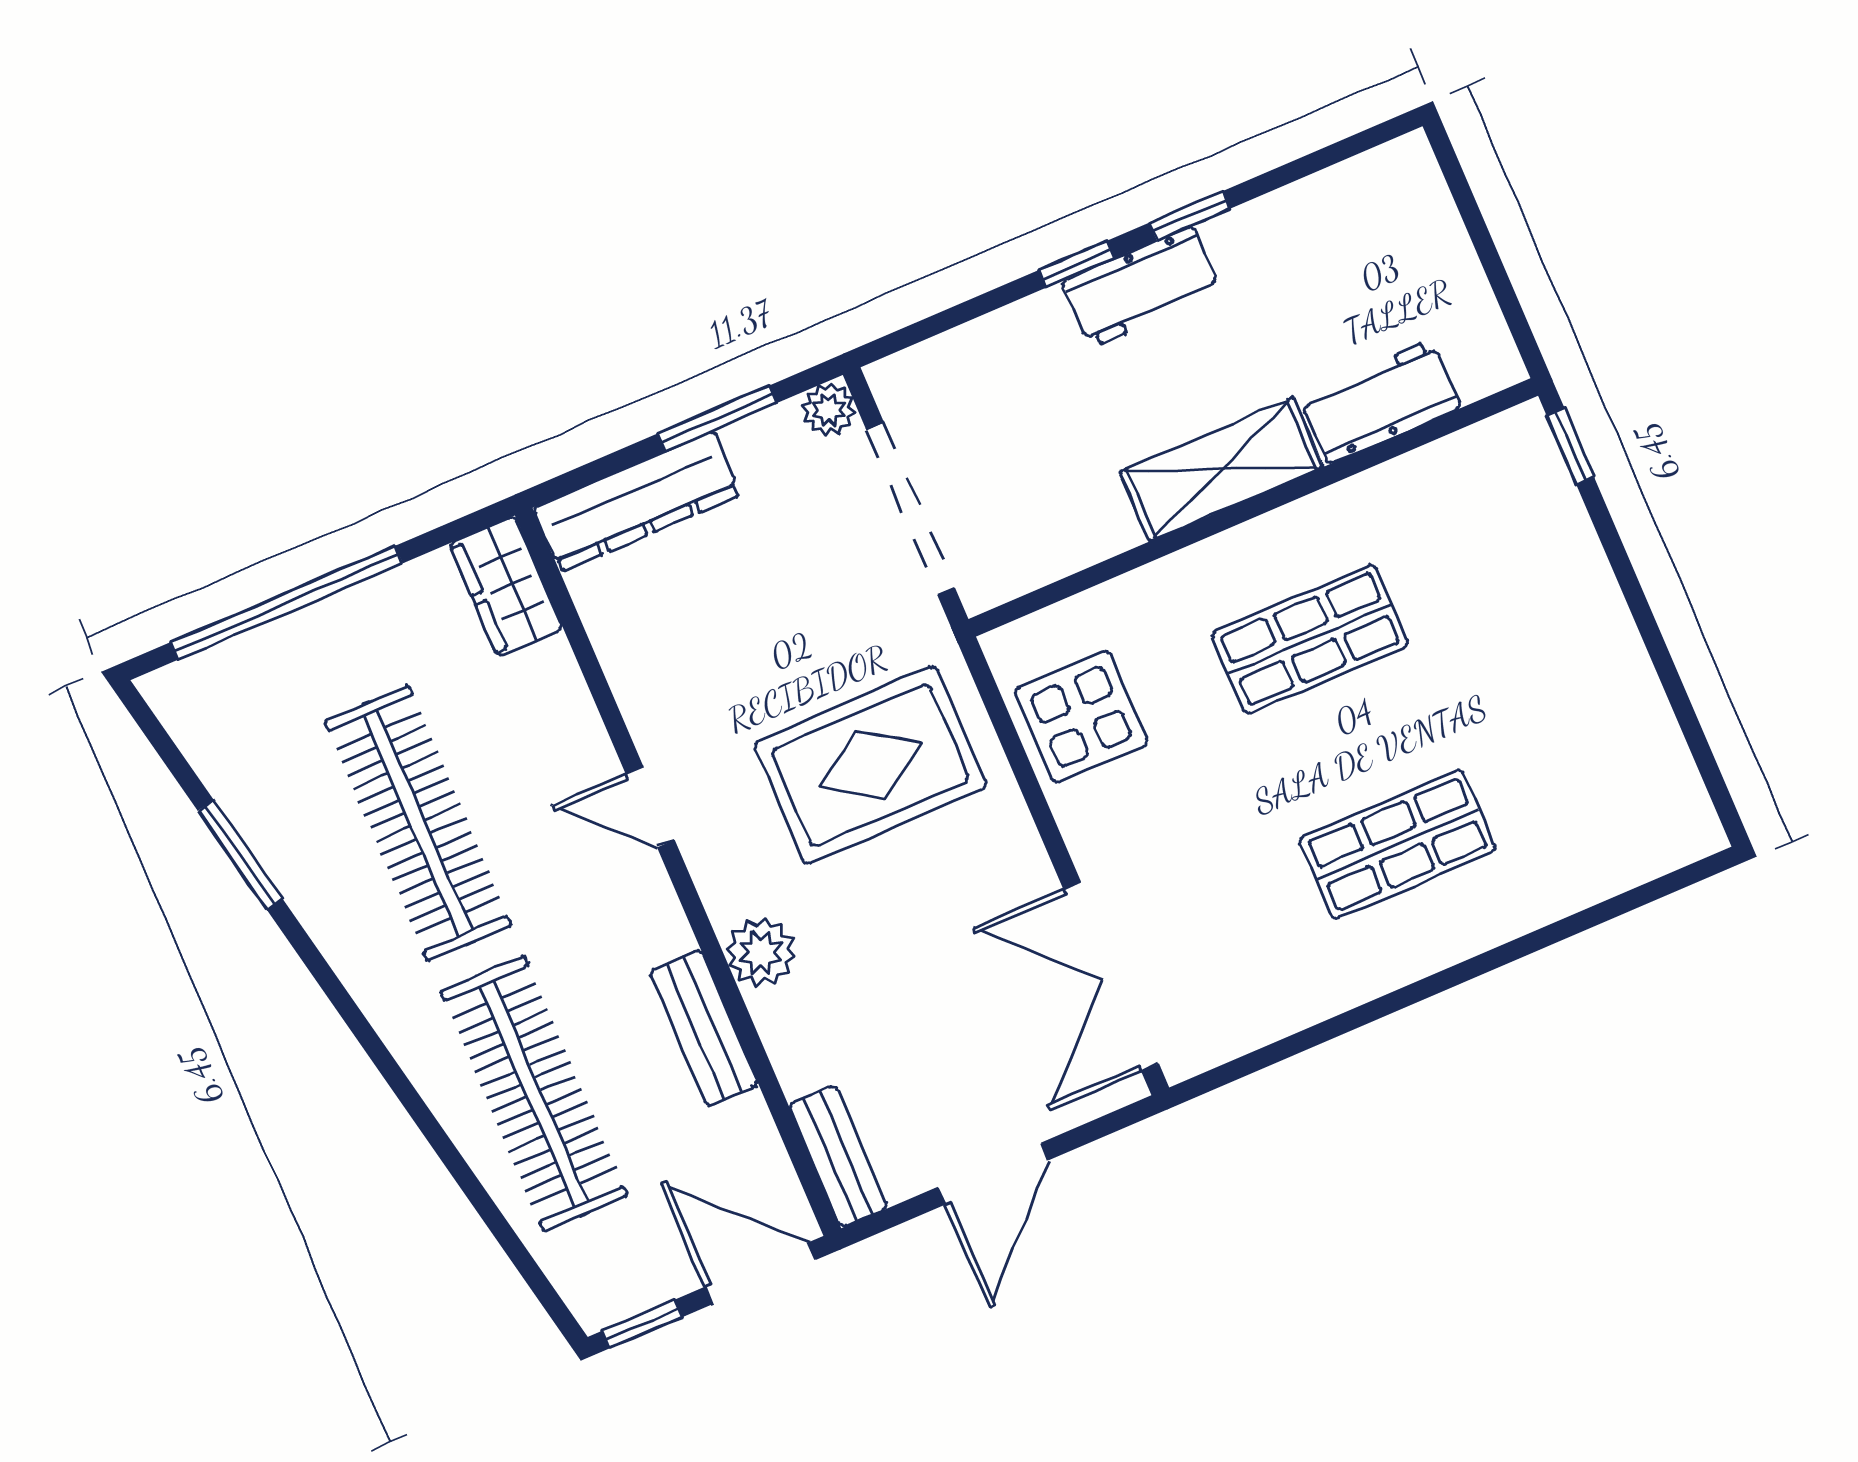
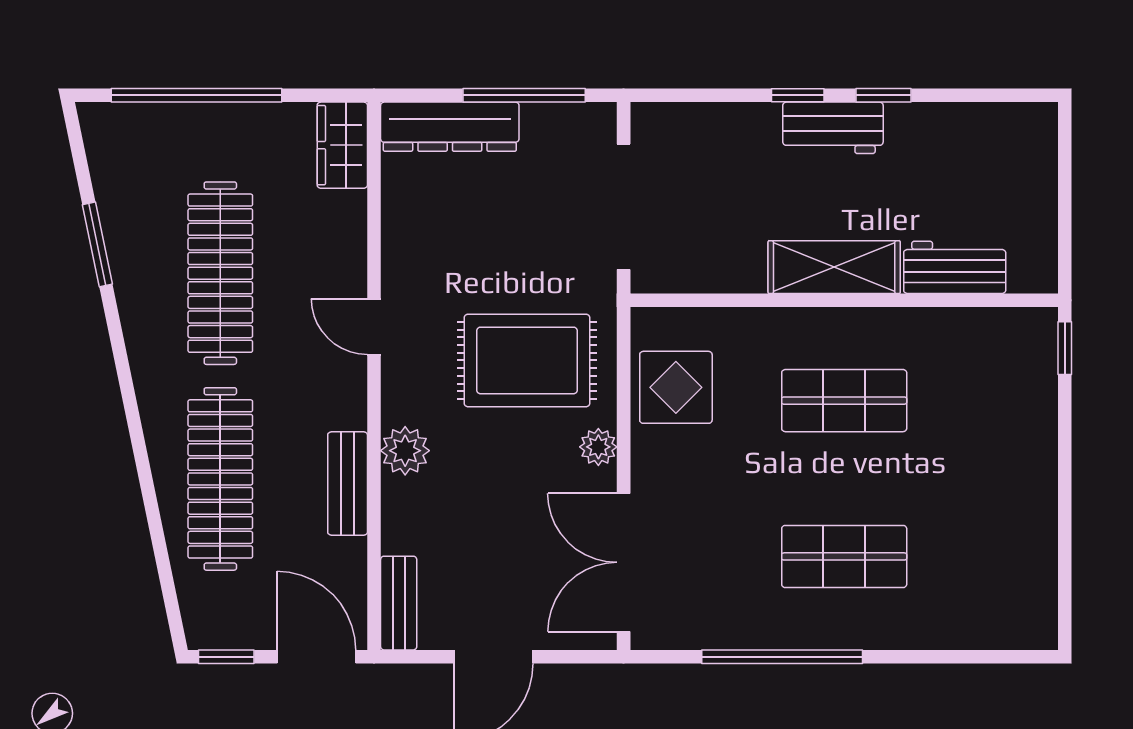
plant: (829, 410) -> (598, 447), moved
window: (717, 418) -> (524, 95), width x1.44
window: (1373, 1011) -> (782, 657), added

